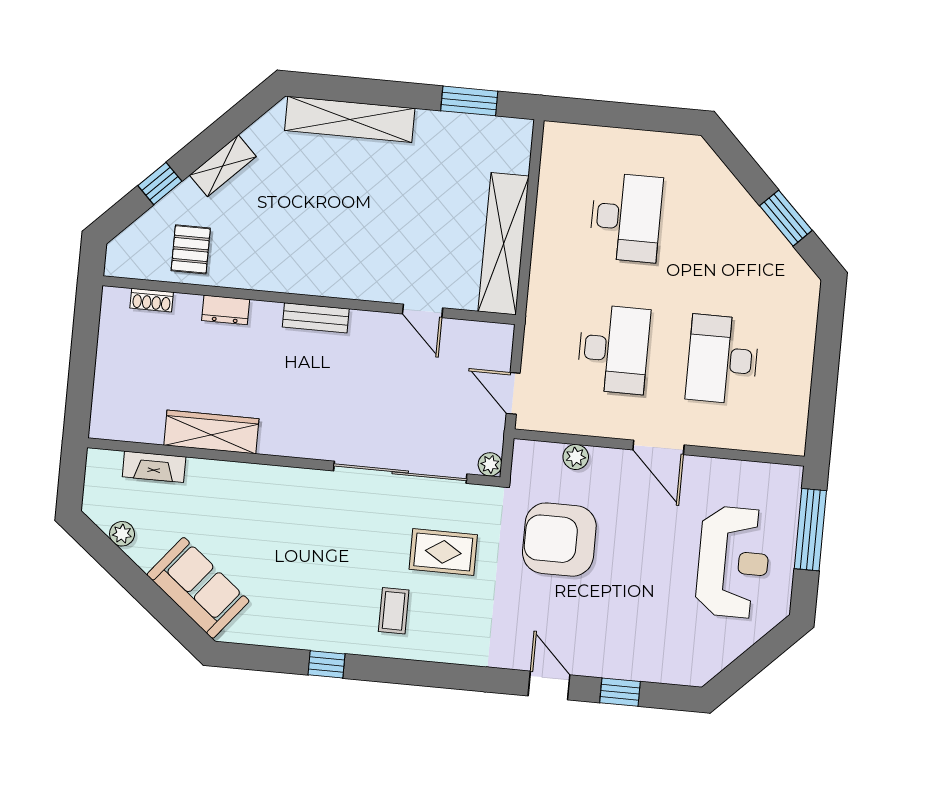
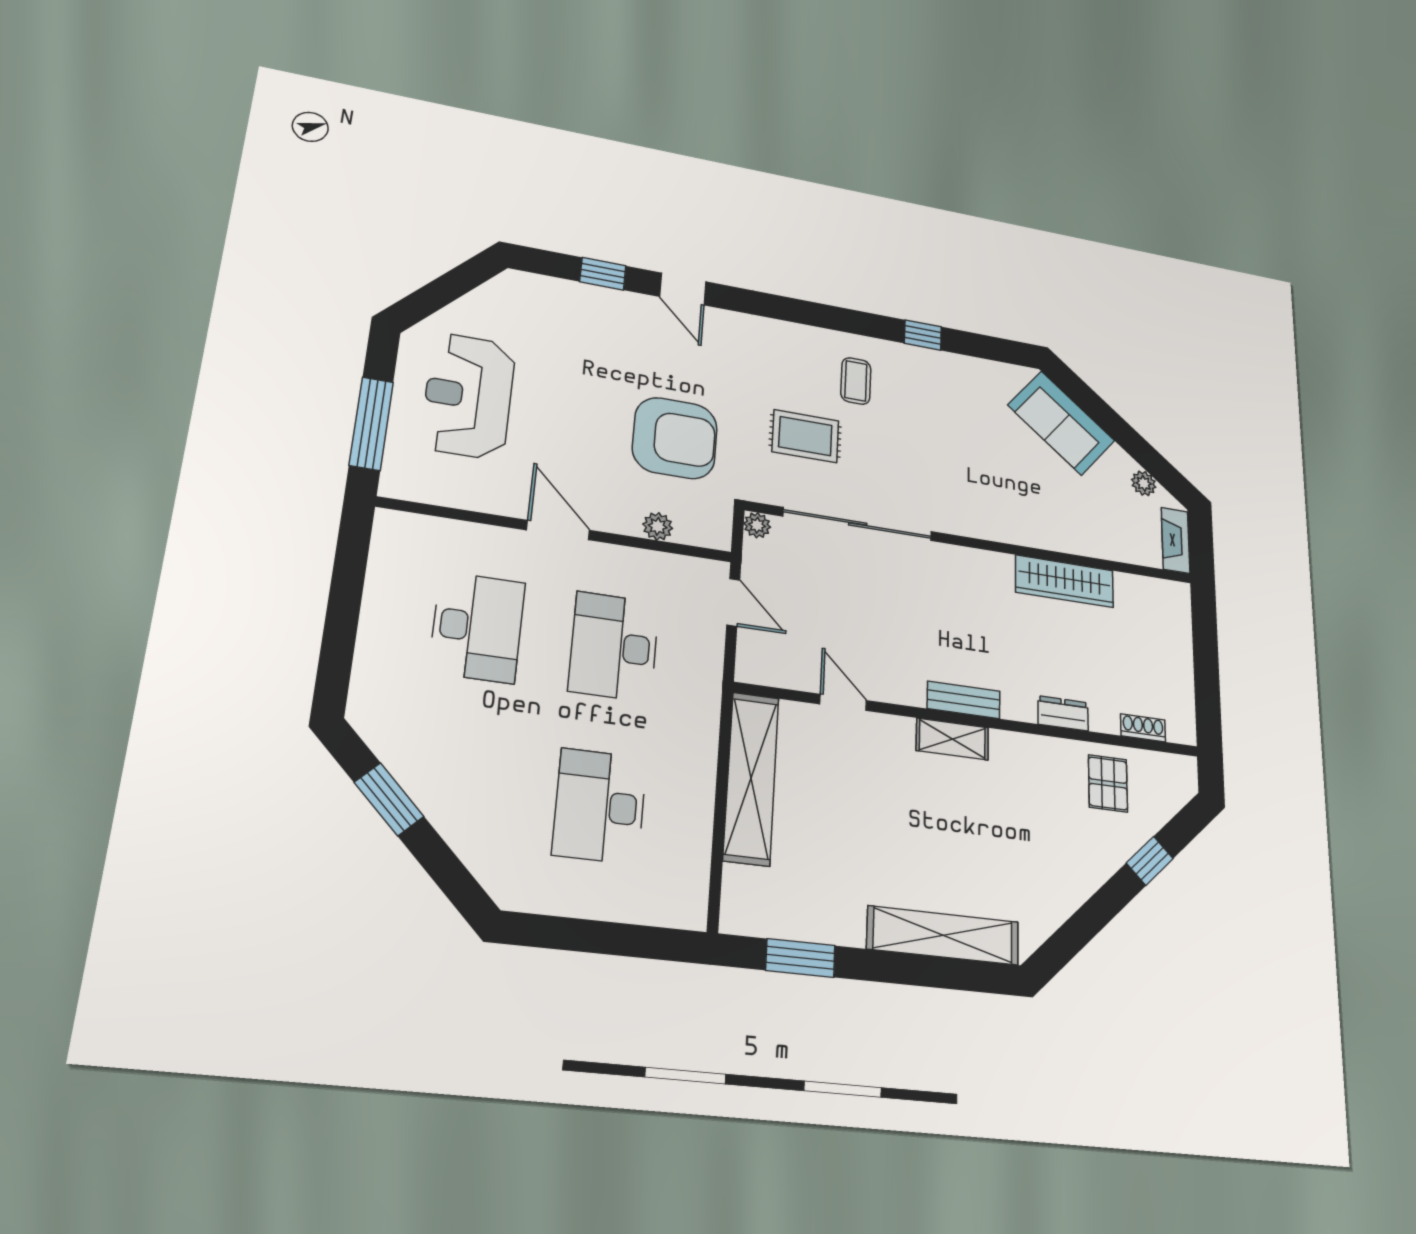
shelving: (223, 166) -> (952, 739), moved, turned 45
fireplace: (154, 467) -> (1176, 540), moved, turned -90

